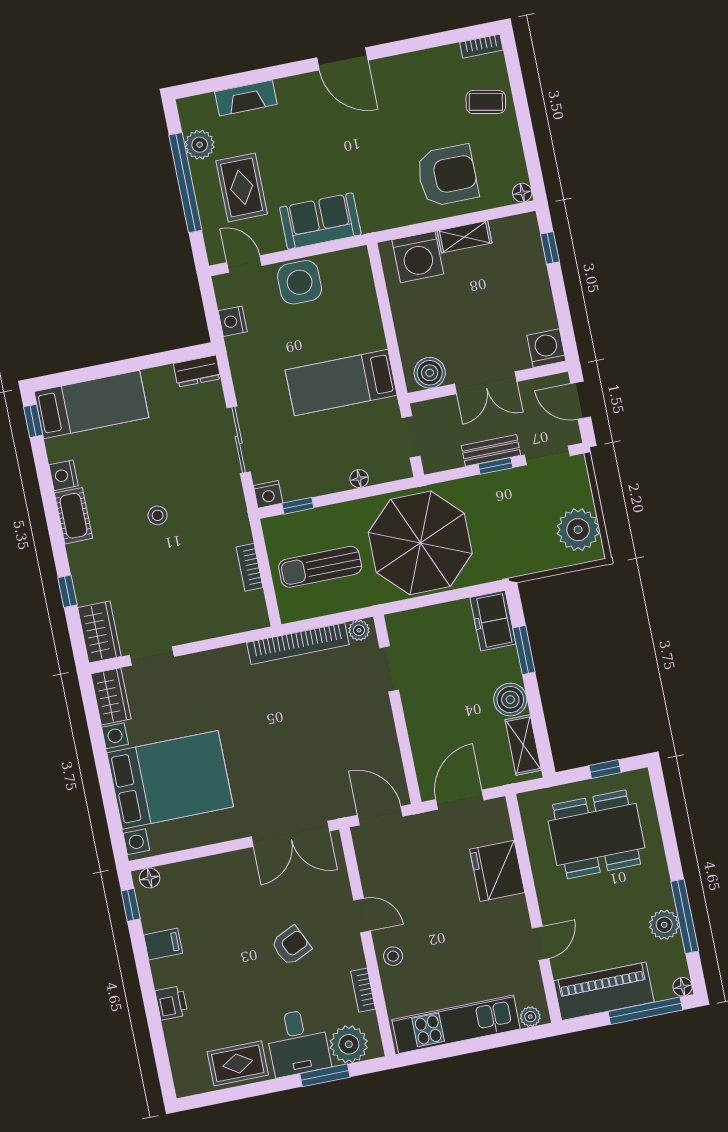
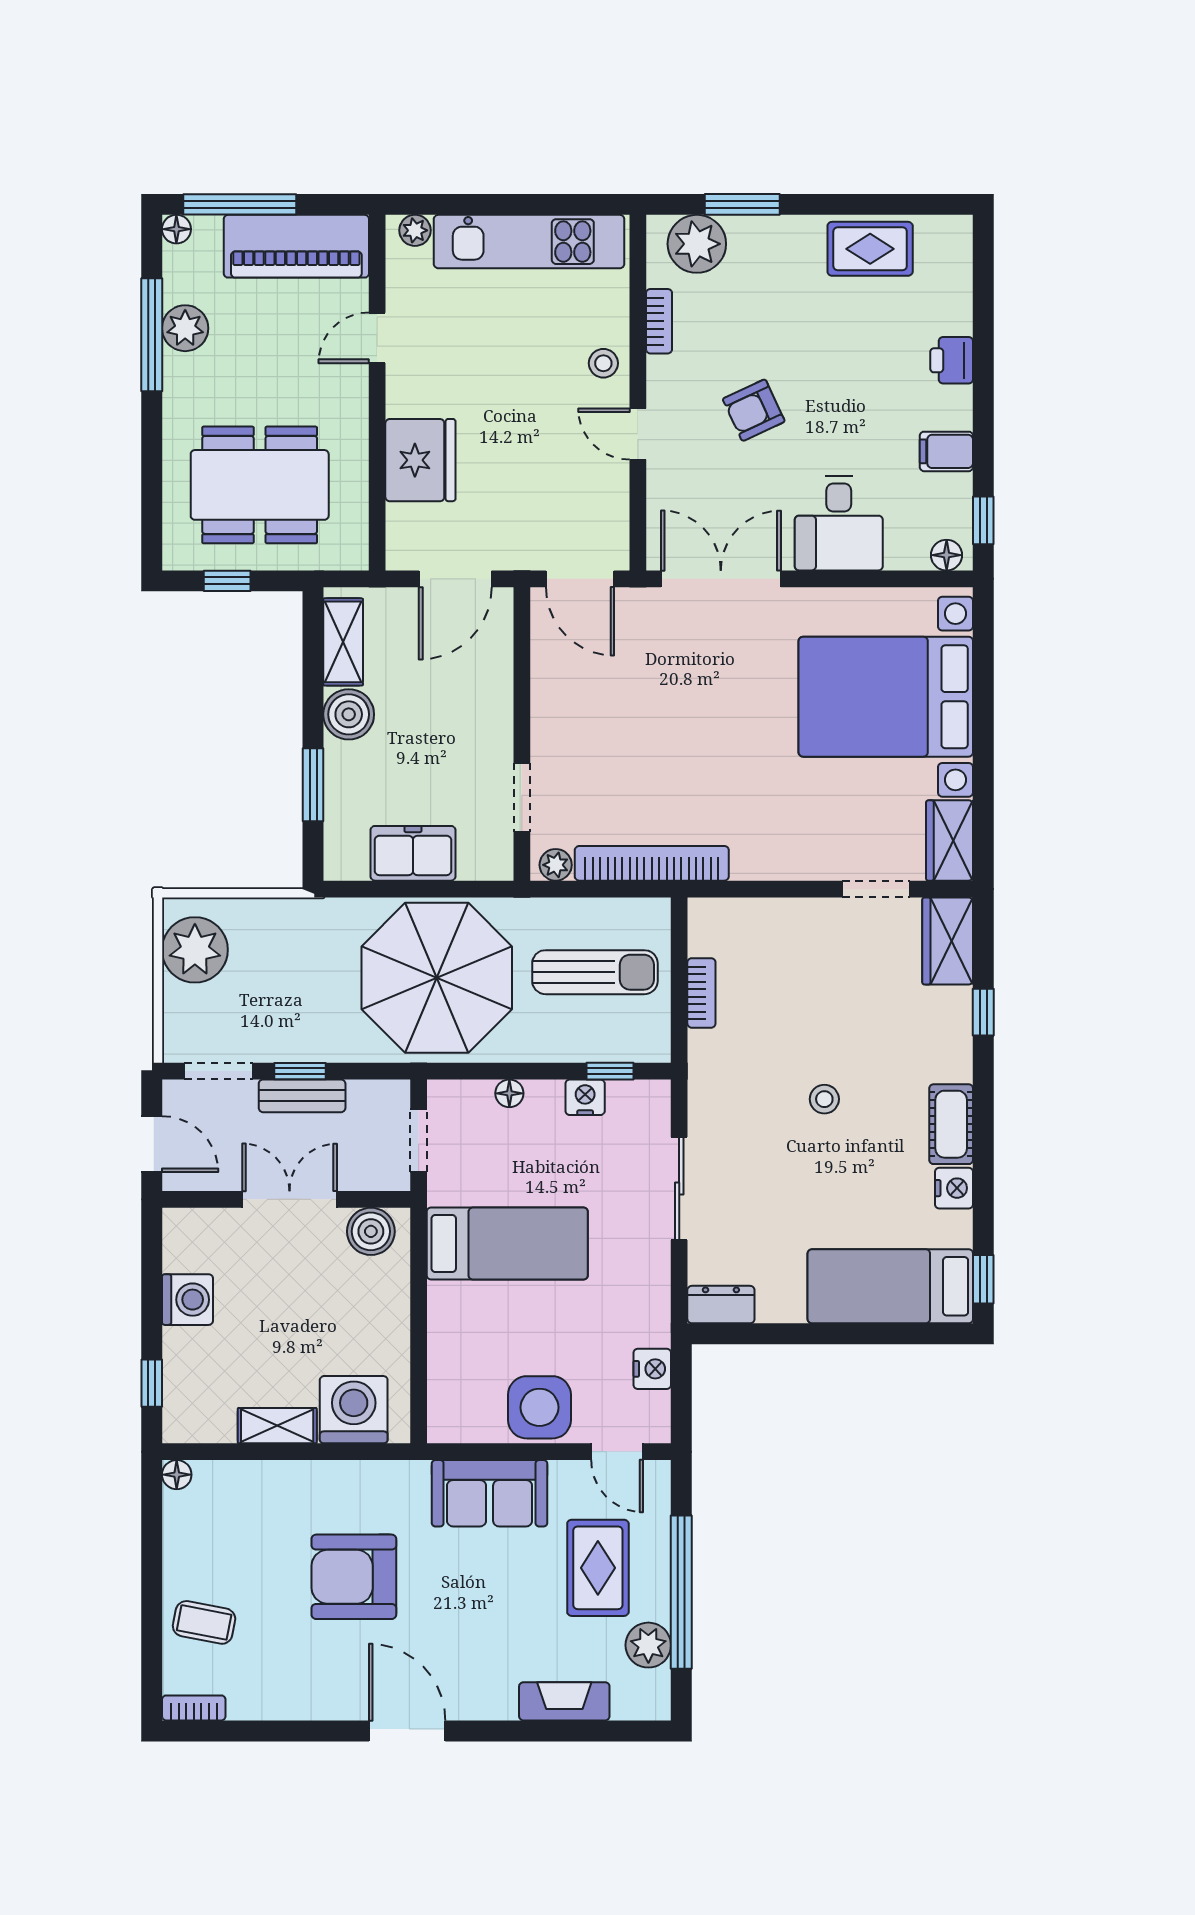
armchair: (447, 175) -> (354, 1577), moved
washing machine: (546, 348) -> (188, 1300), moved, turned -90
nightstand: (268, 494) -> (585, 1097), moved
freezer: (493, 621) -> (413, 853), moved, turned -90
desk: (298, 1042) -> (839, 523), moved, turned 180

